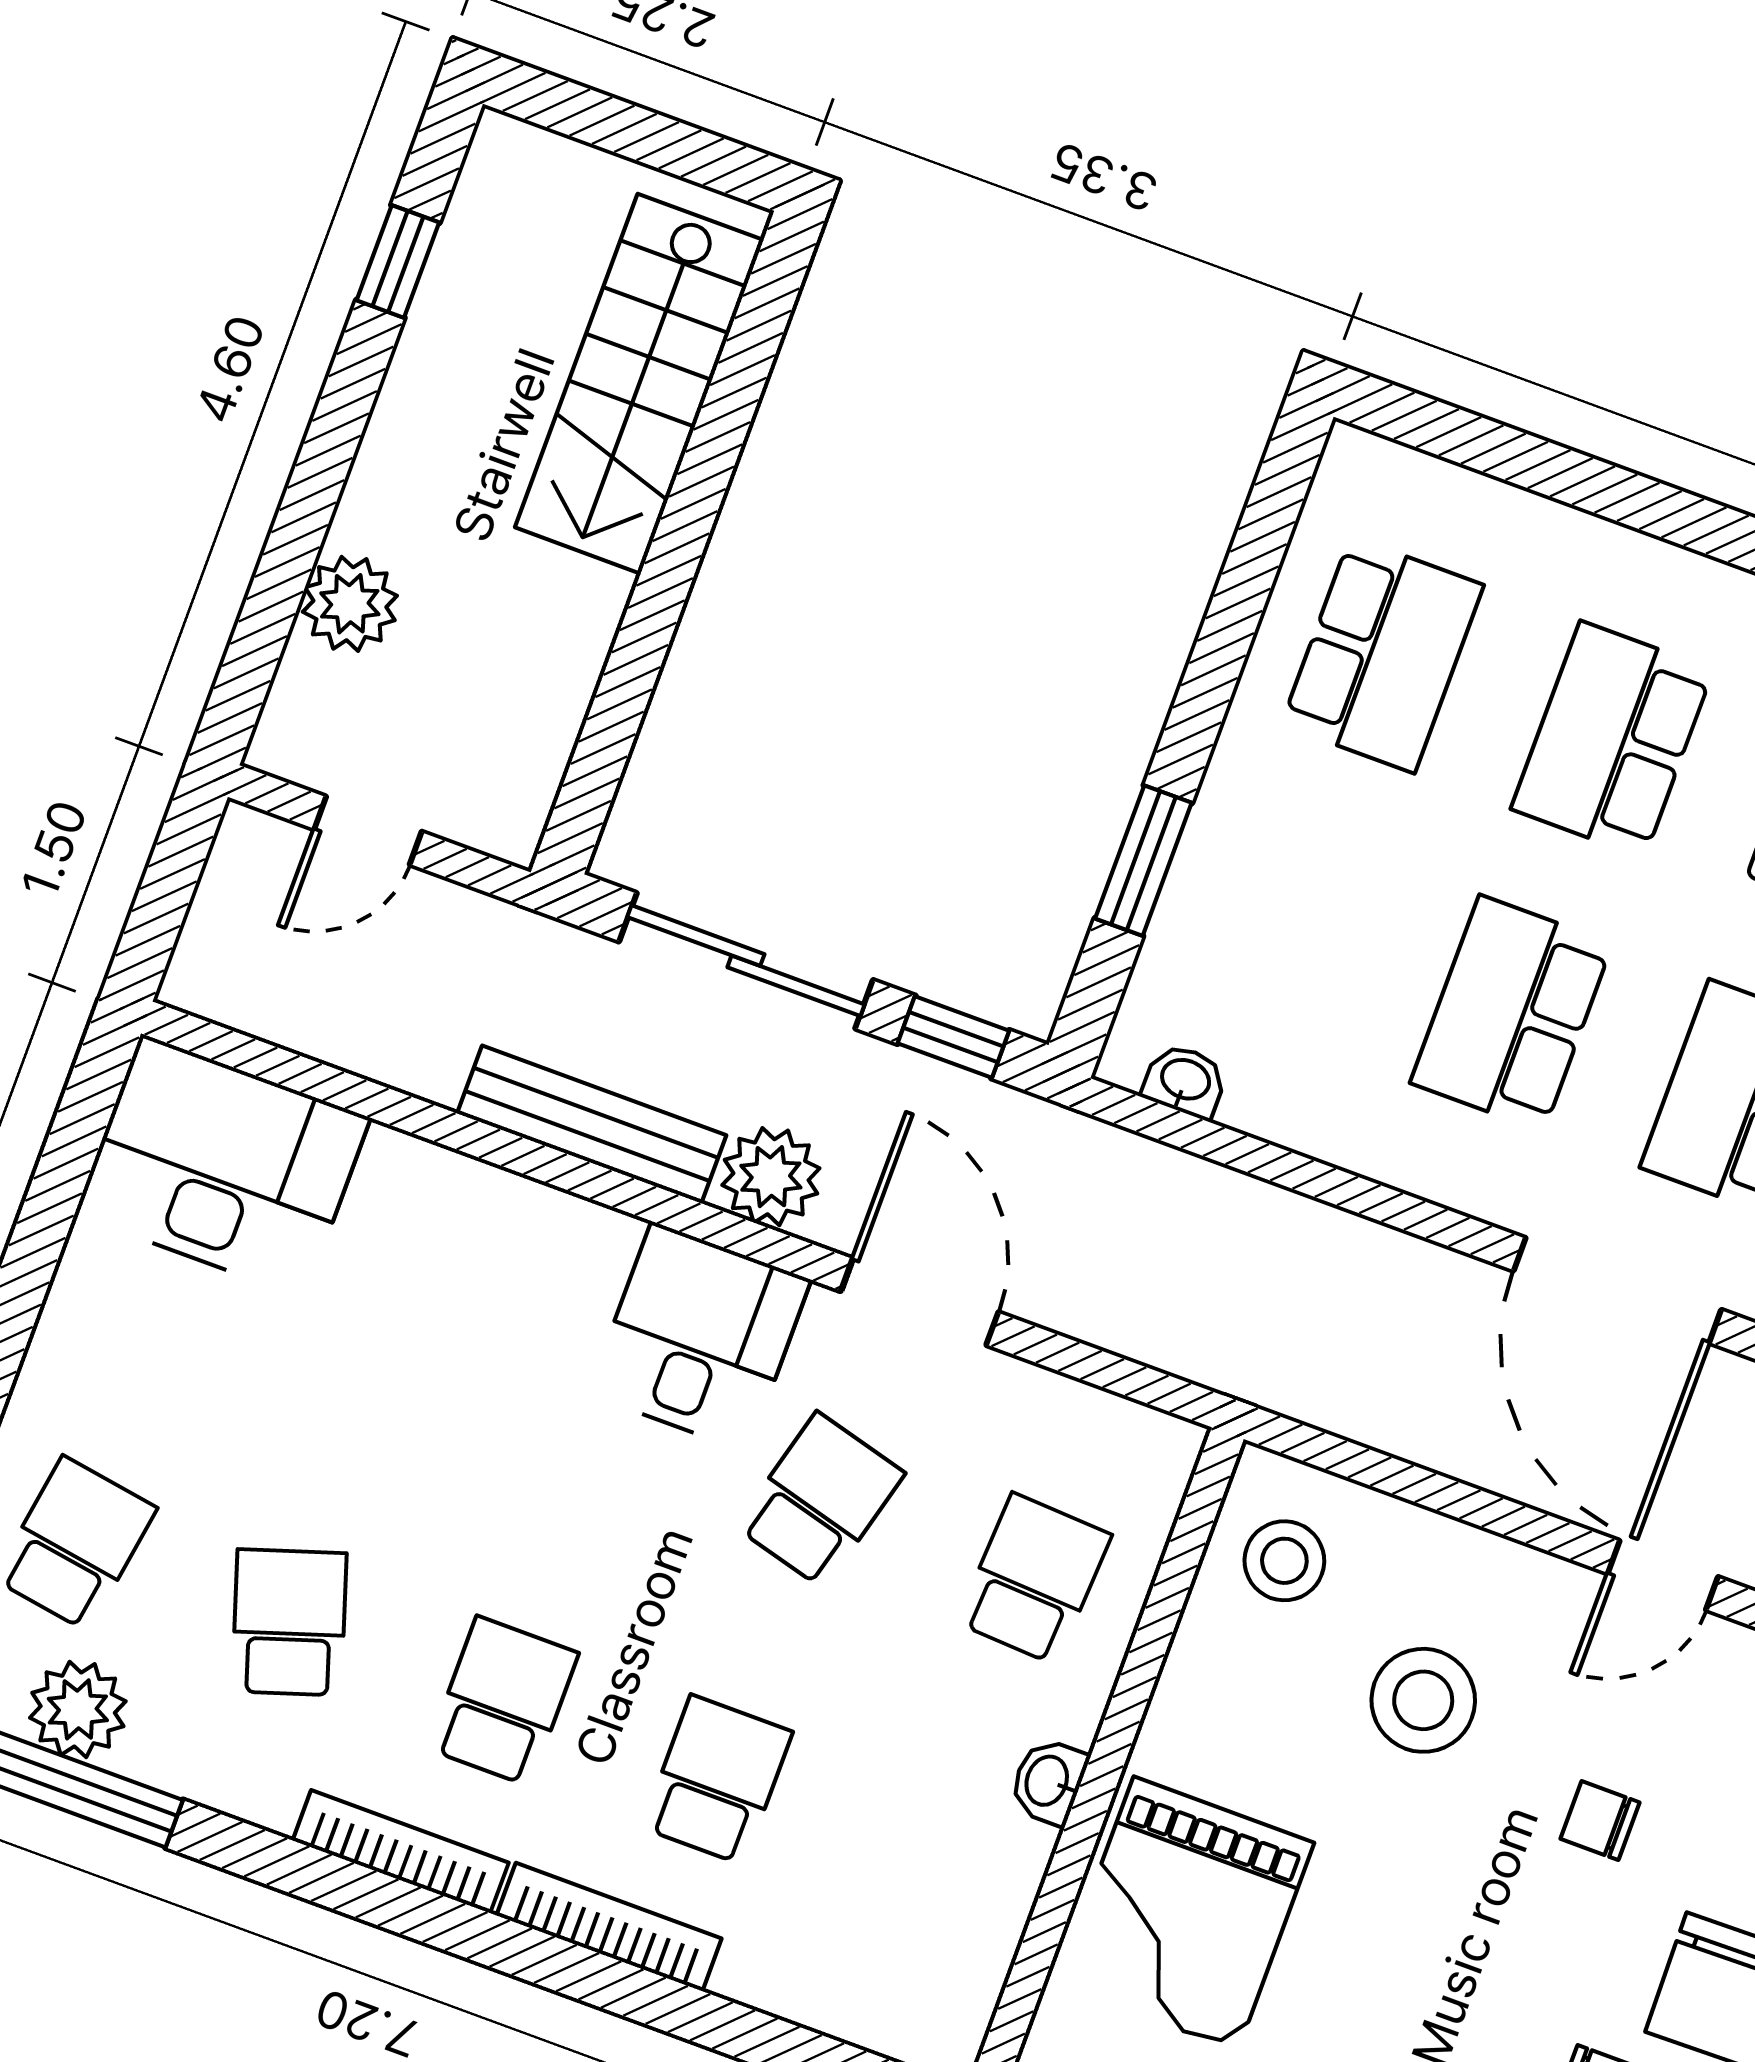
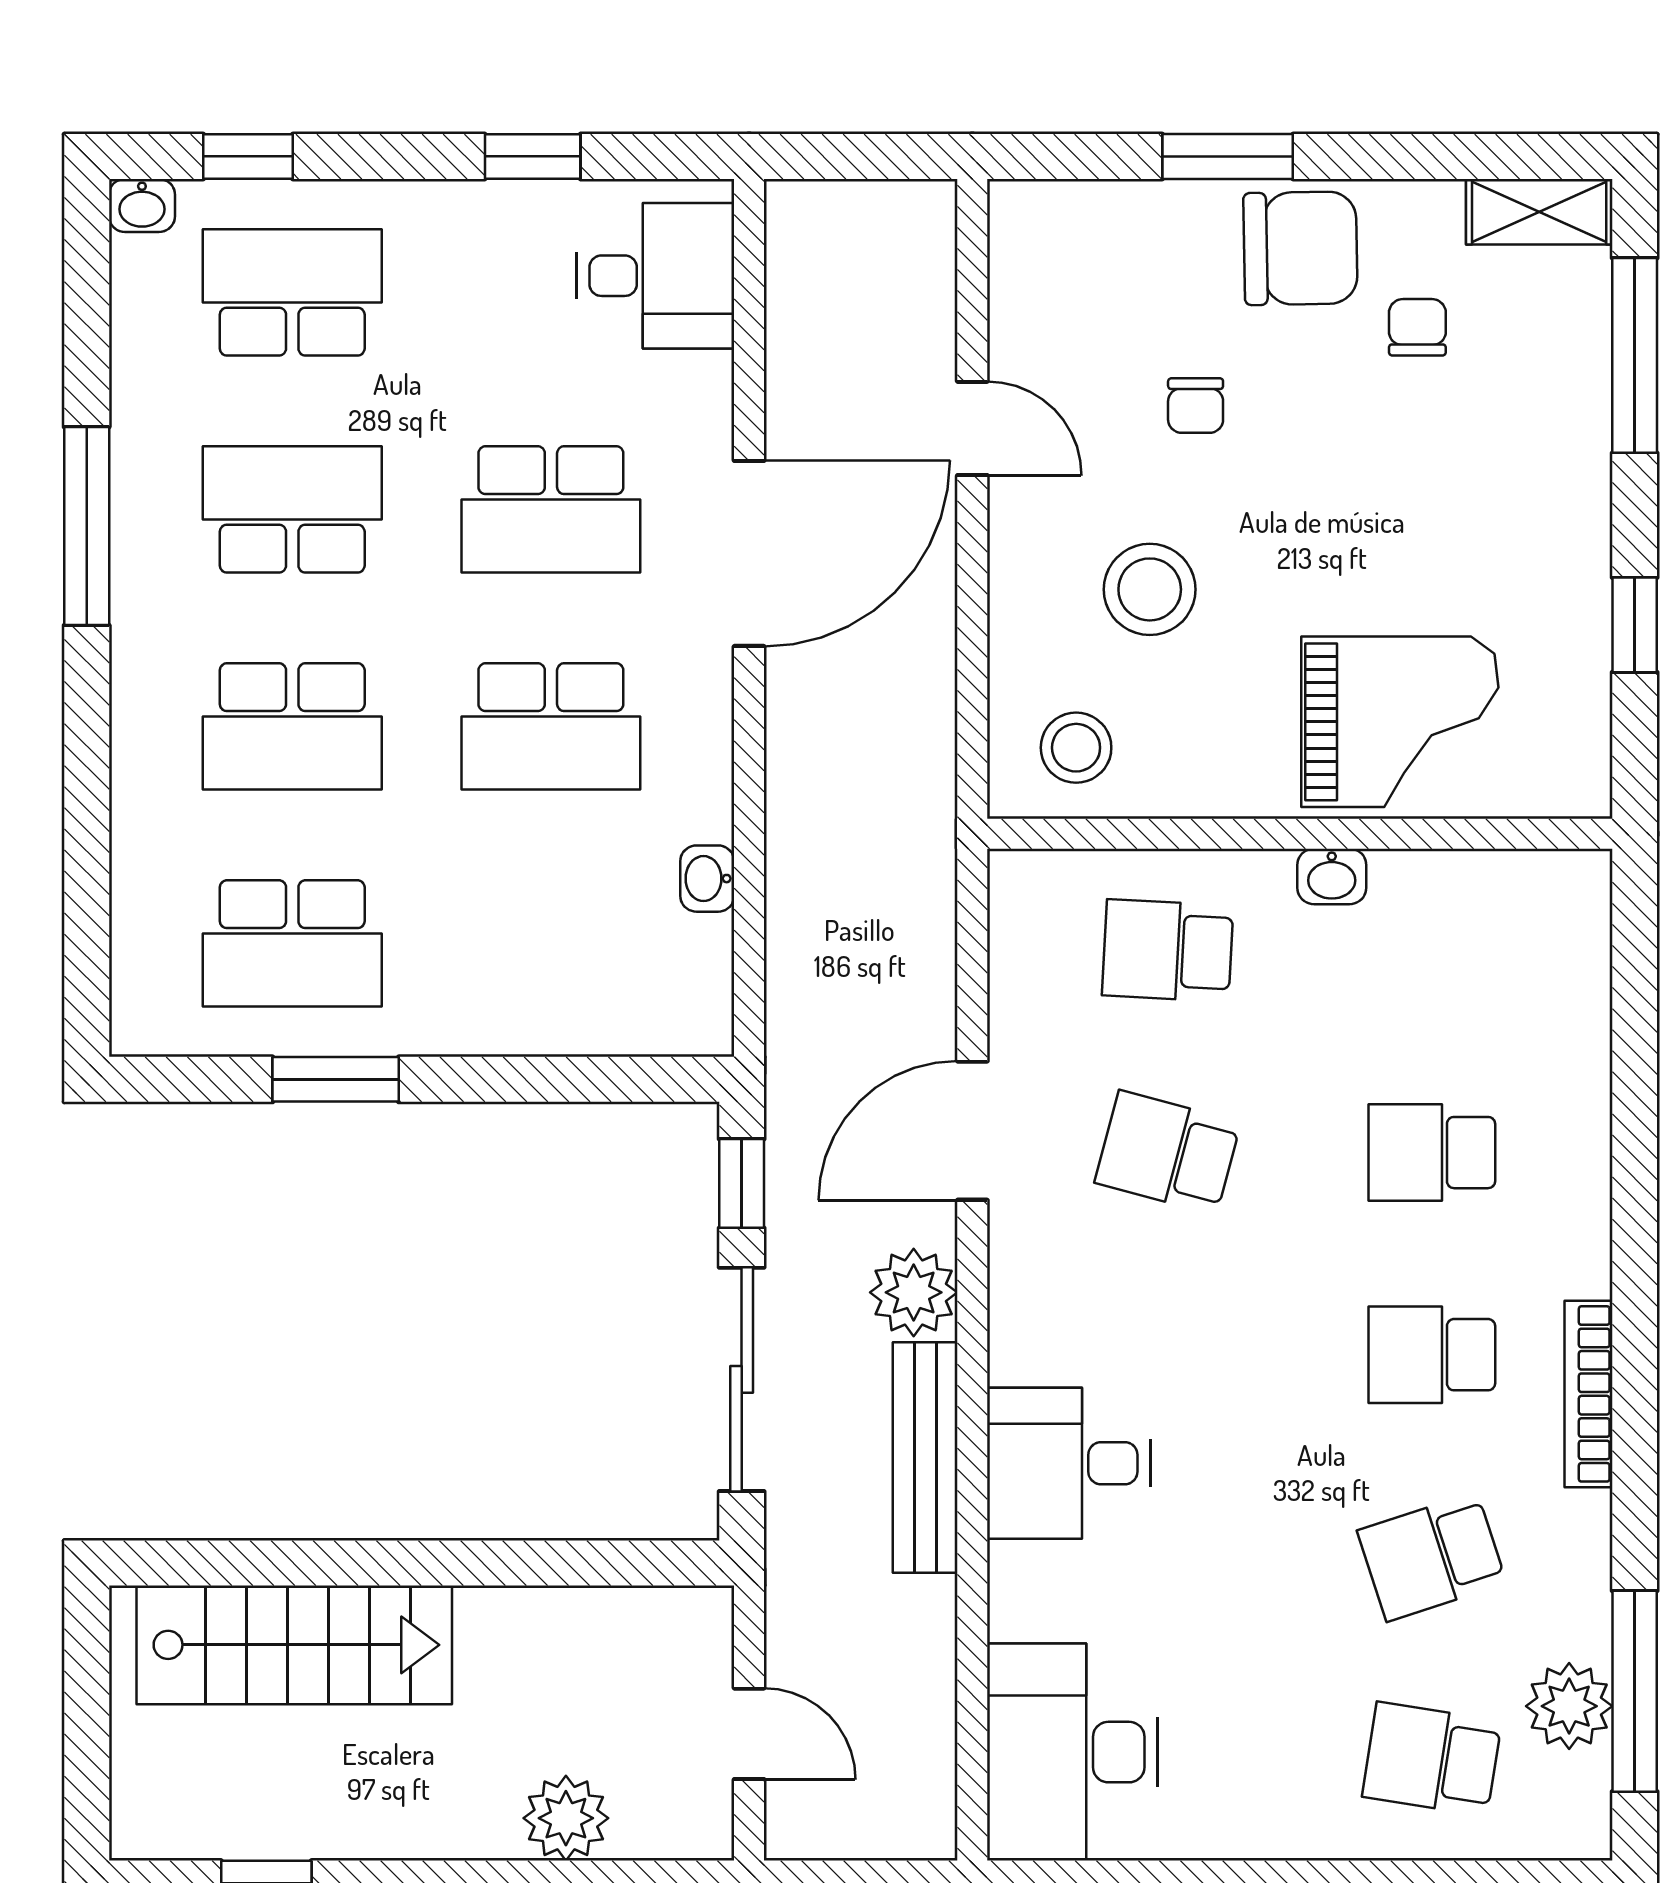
school desk: (1382, 655) -> (292, 943), turned 180
window: (1143, 861) -> (336, 1079), moved
washbasin: (1185, 1081) -> (707, 879), moved
desk: (700, 1337) -> (1069, 1463), moved
bookcase: (609, 1927) -> (1587, 1197), removed

